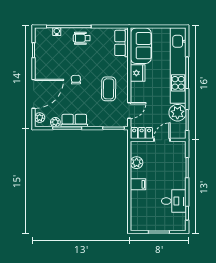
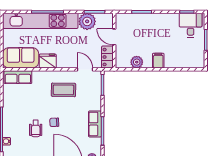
wheelchair: (82, 38) -> (36, 128), moved
plant: (55, 122) -> (97, 143), removed
desk: (174, 201) -> (191, 25), moved

